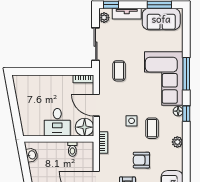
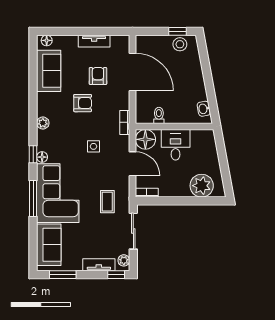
sofa: (161, 19) -> (49, 245), moved, turned 90
plant: (34, 85) -> (202, 186), added
coffee table: (152, 128) -> (71, 138), removed

